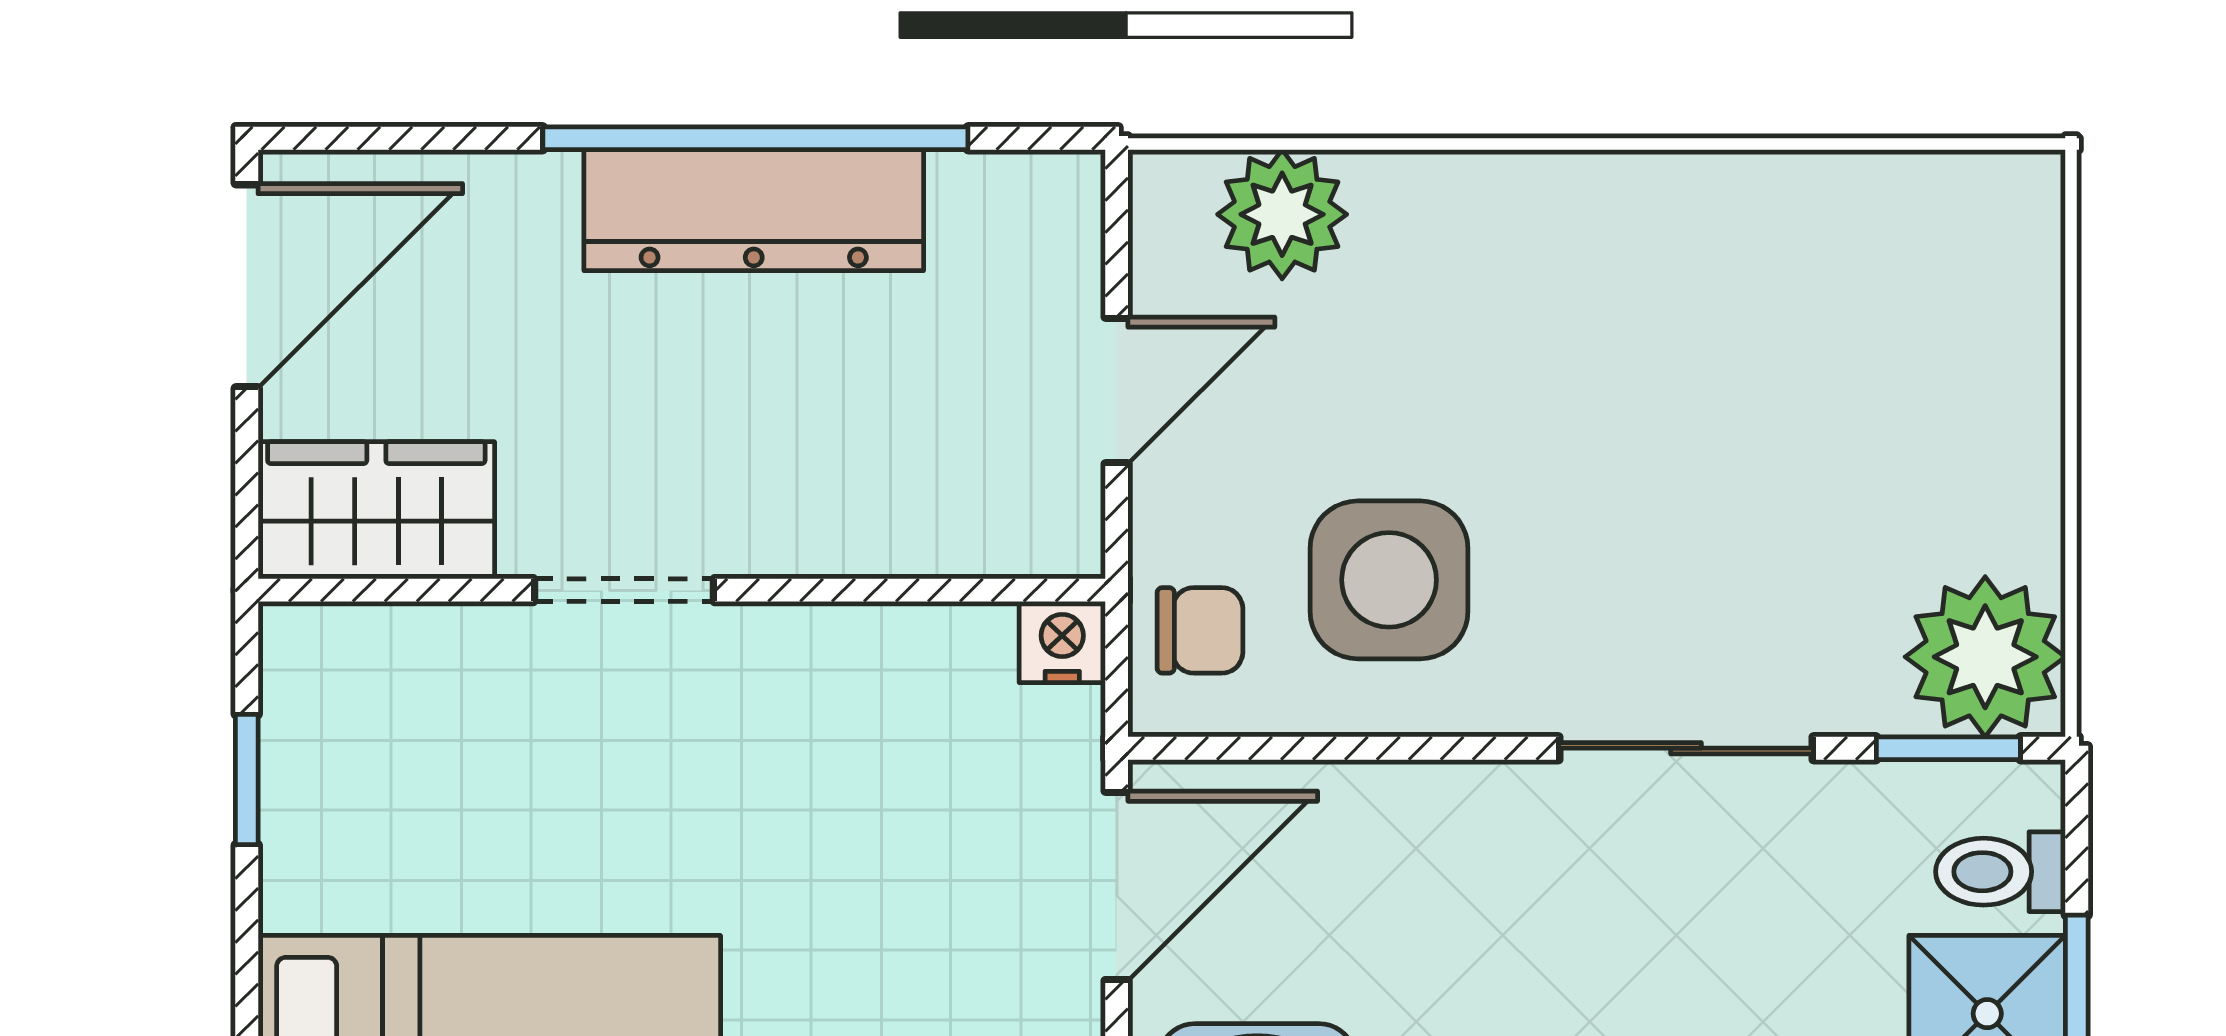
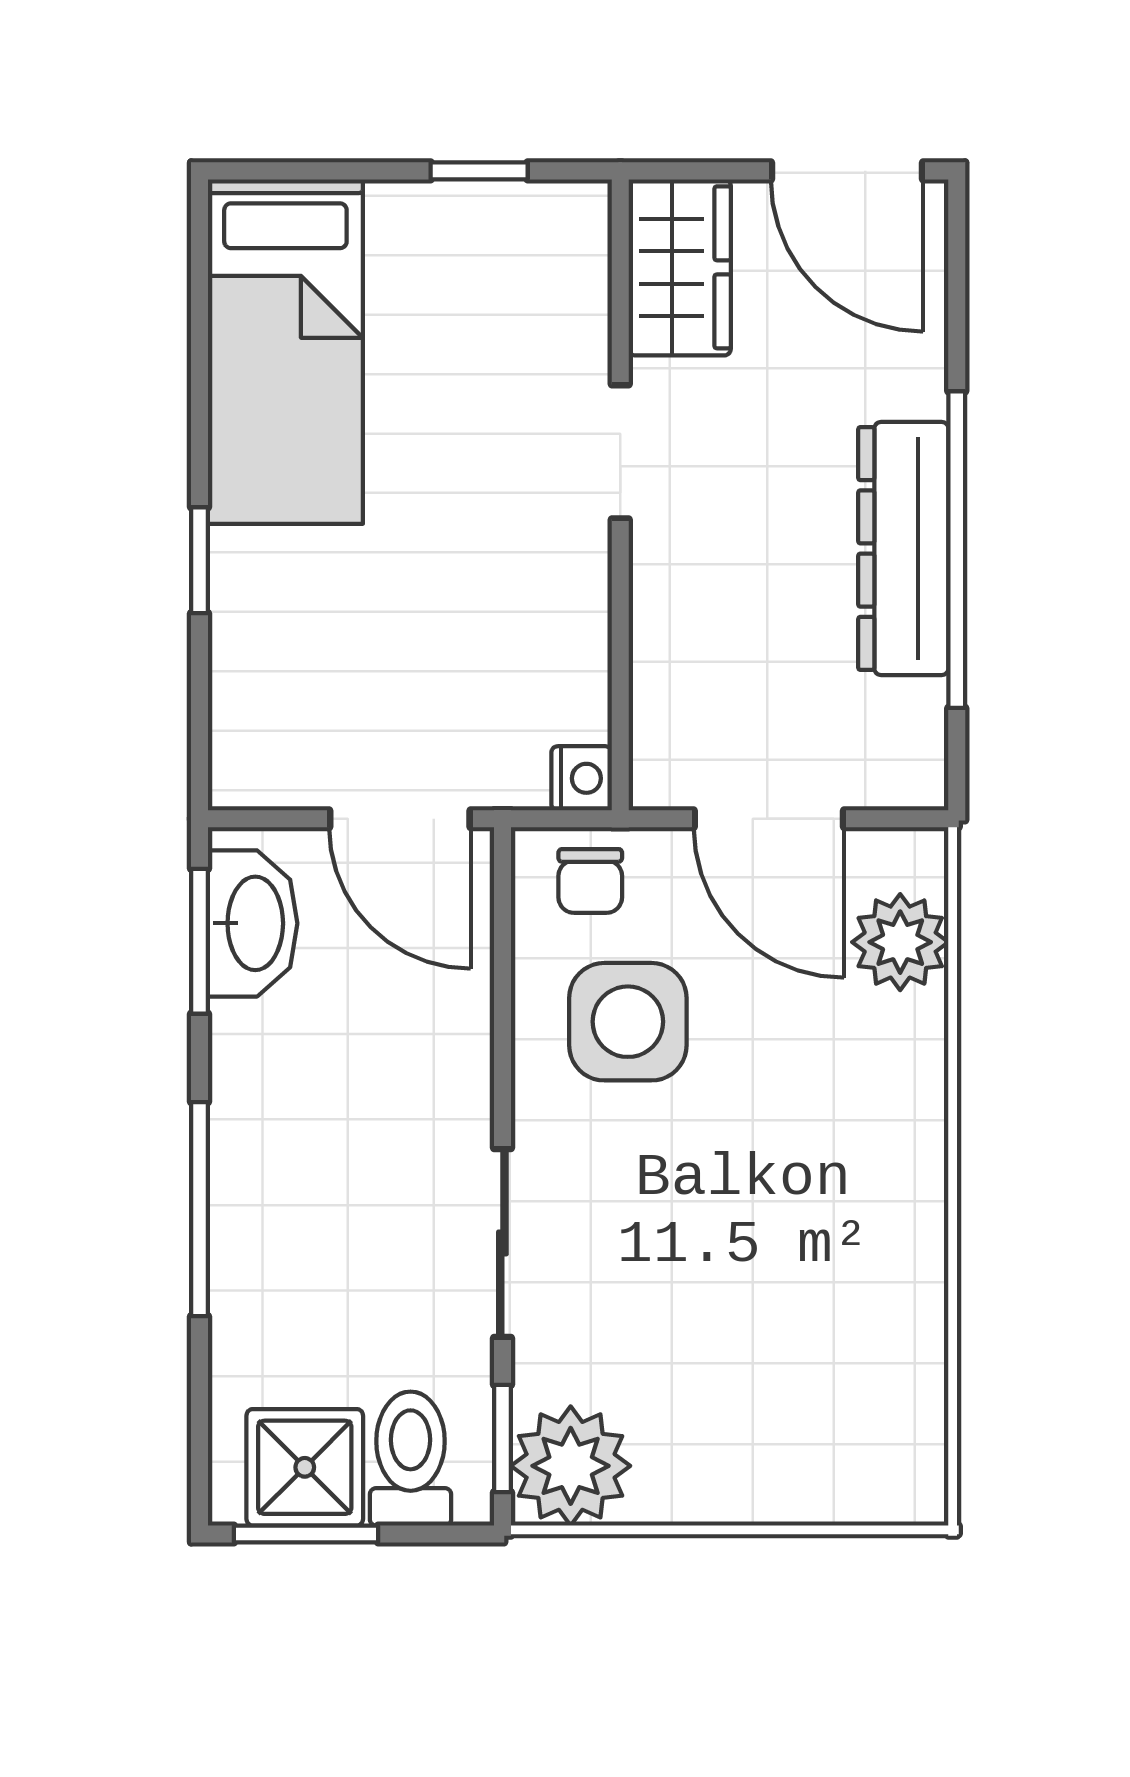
door: (1117, 391) -> (769, 819), width x1.38
toilet: (2001, 872) -> (411, 1459), width x1.37, depth x1.39

